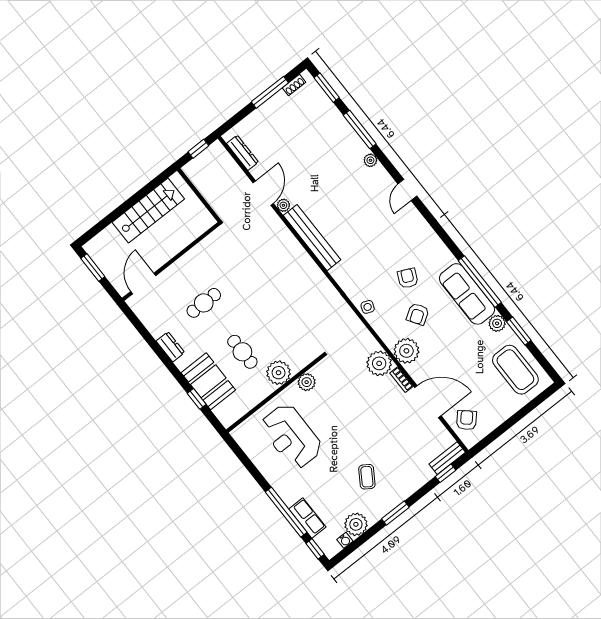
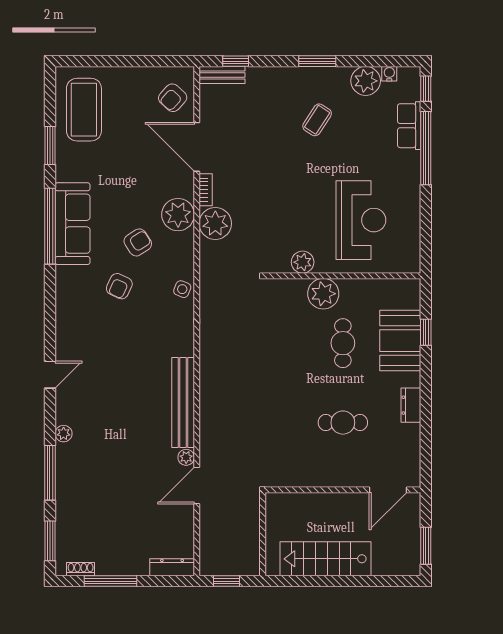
dresser: (243, 153) -> (172, 567), moved, turned 90
plant: (497, 323) -> (66, 170), removed

